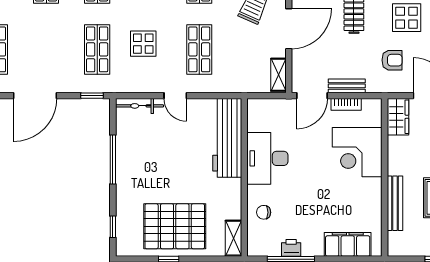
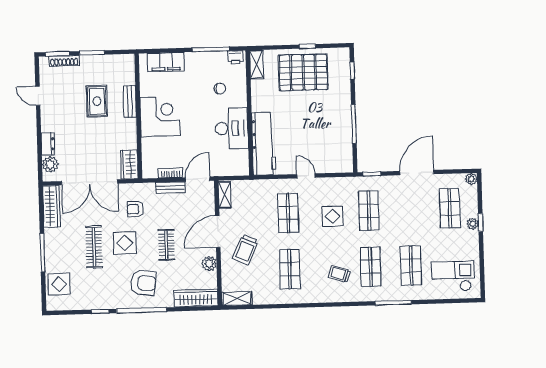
bicycle: (140, 106) -> (334, 167), removed
corner desk: (357, 152) -> (160, 117), moved
bench: (395, 203) -> (130, 102), width x0.73
chair: (264, 212) -> (220, 89), moved
printer: (291, 248) -> (235, 57), moved

